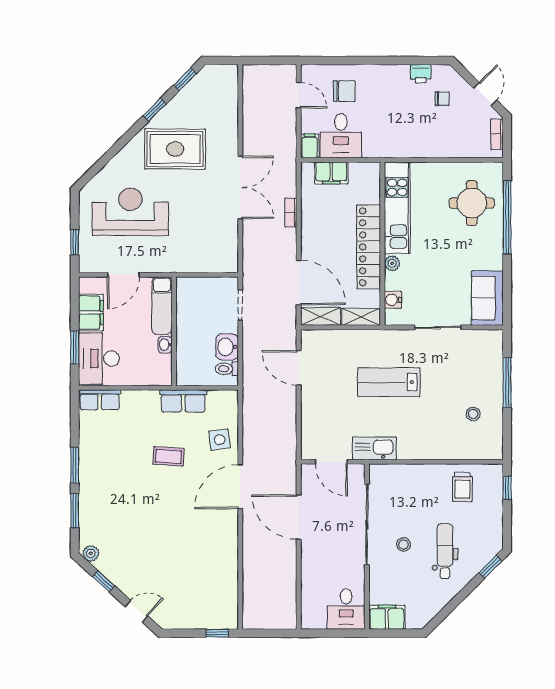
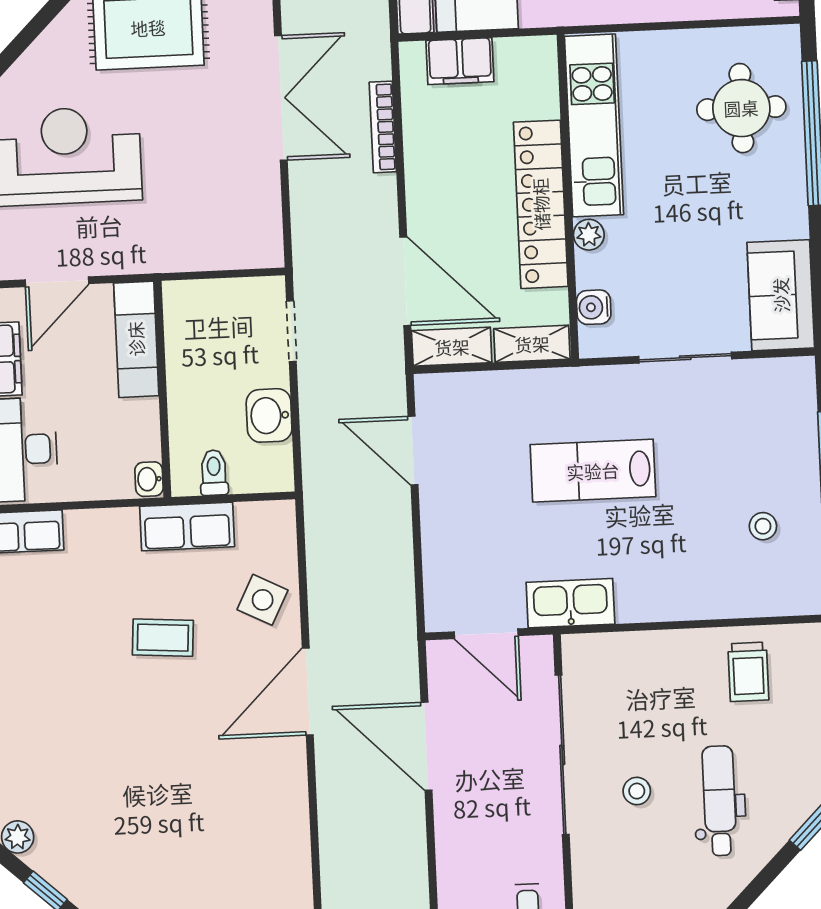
bookcase: (291, 213) -> (383, 127), width x1.56
washbasin: (165, 345) -> (149, 479), moved
toilet: (227, 369) -> (214, 473), moved, turned 90
side table: (220, 440) -> (263, 600), turned 34

